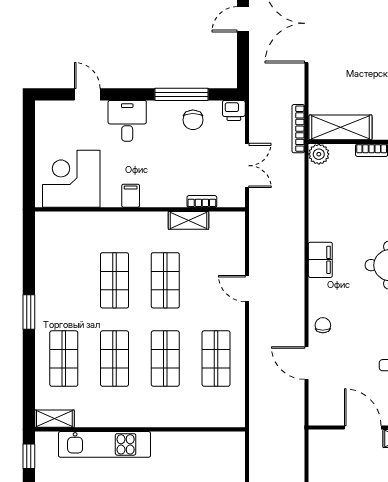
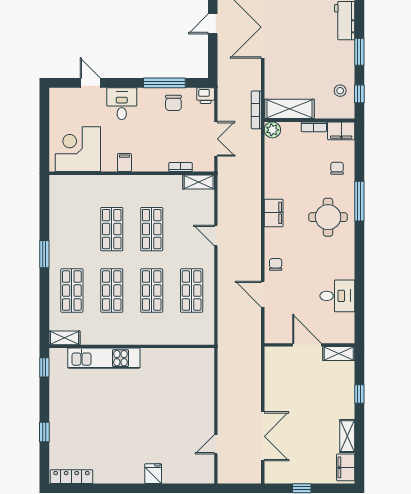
shelving: (188, 220) -> (199, 182), moved

